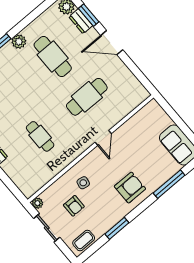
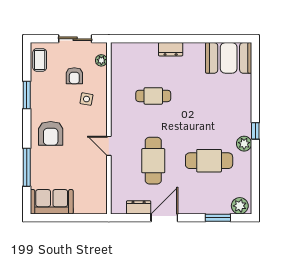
dresser: (81, 21) -> (139, 207), moved
door: (112, 43) -> (164, 218), moved
plant: (37, 203) -> (101, 60), moved
armchair: (74, 206) -> (74, 76), turned -90

